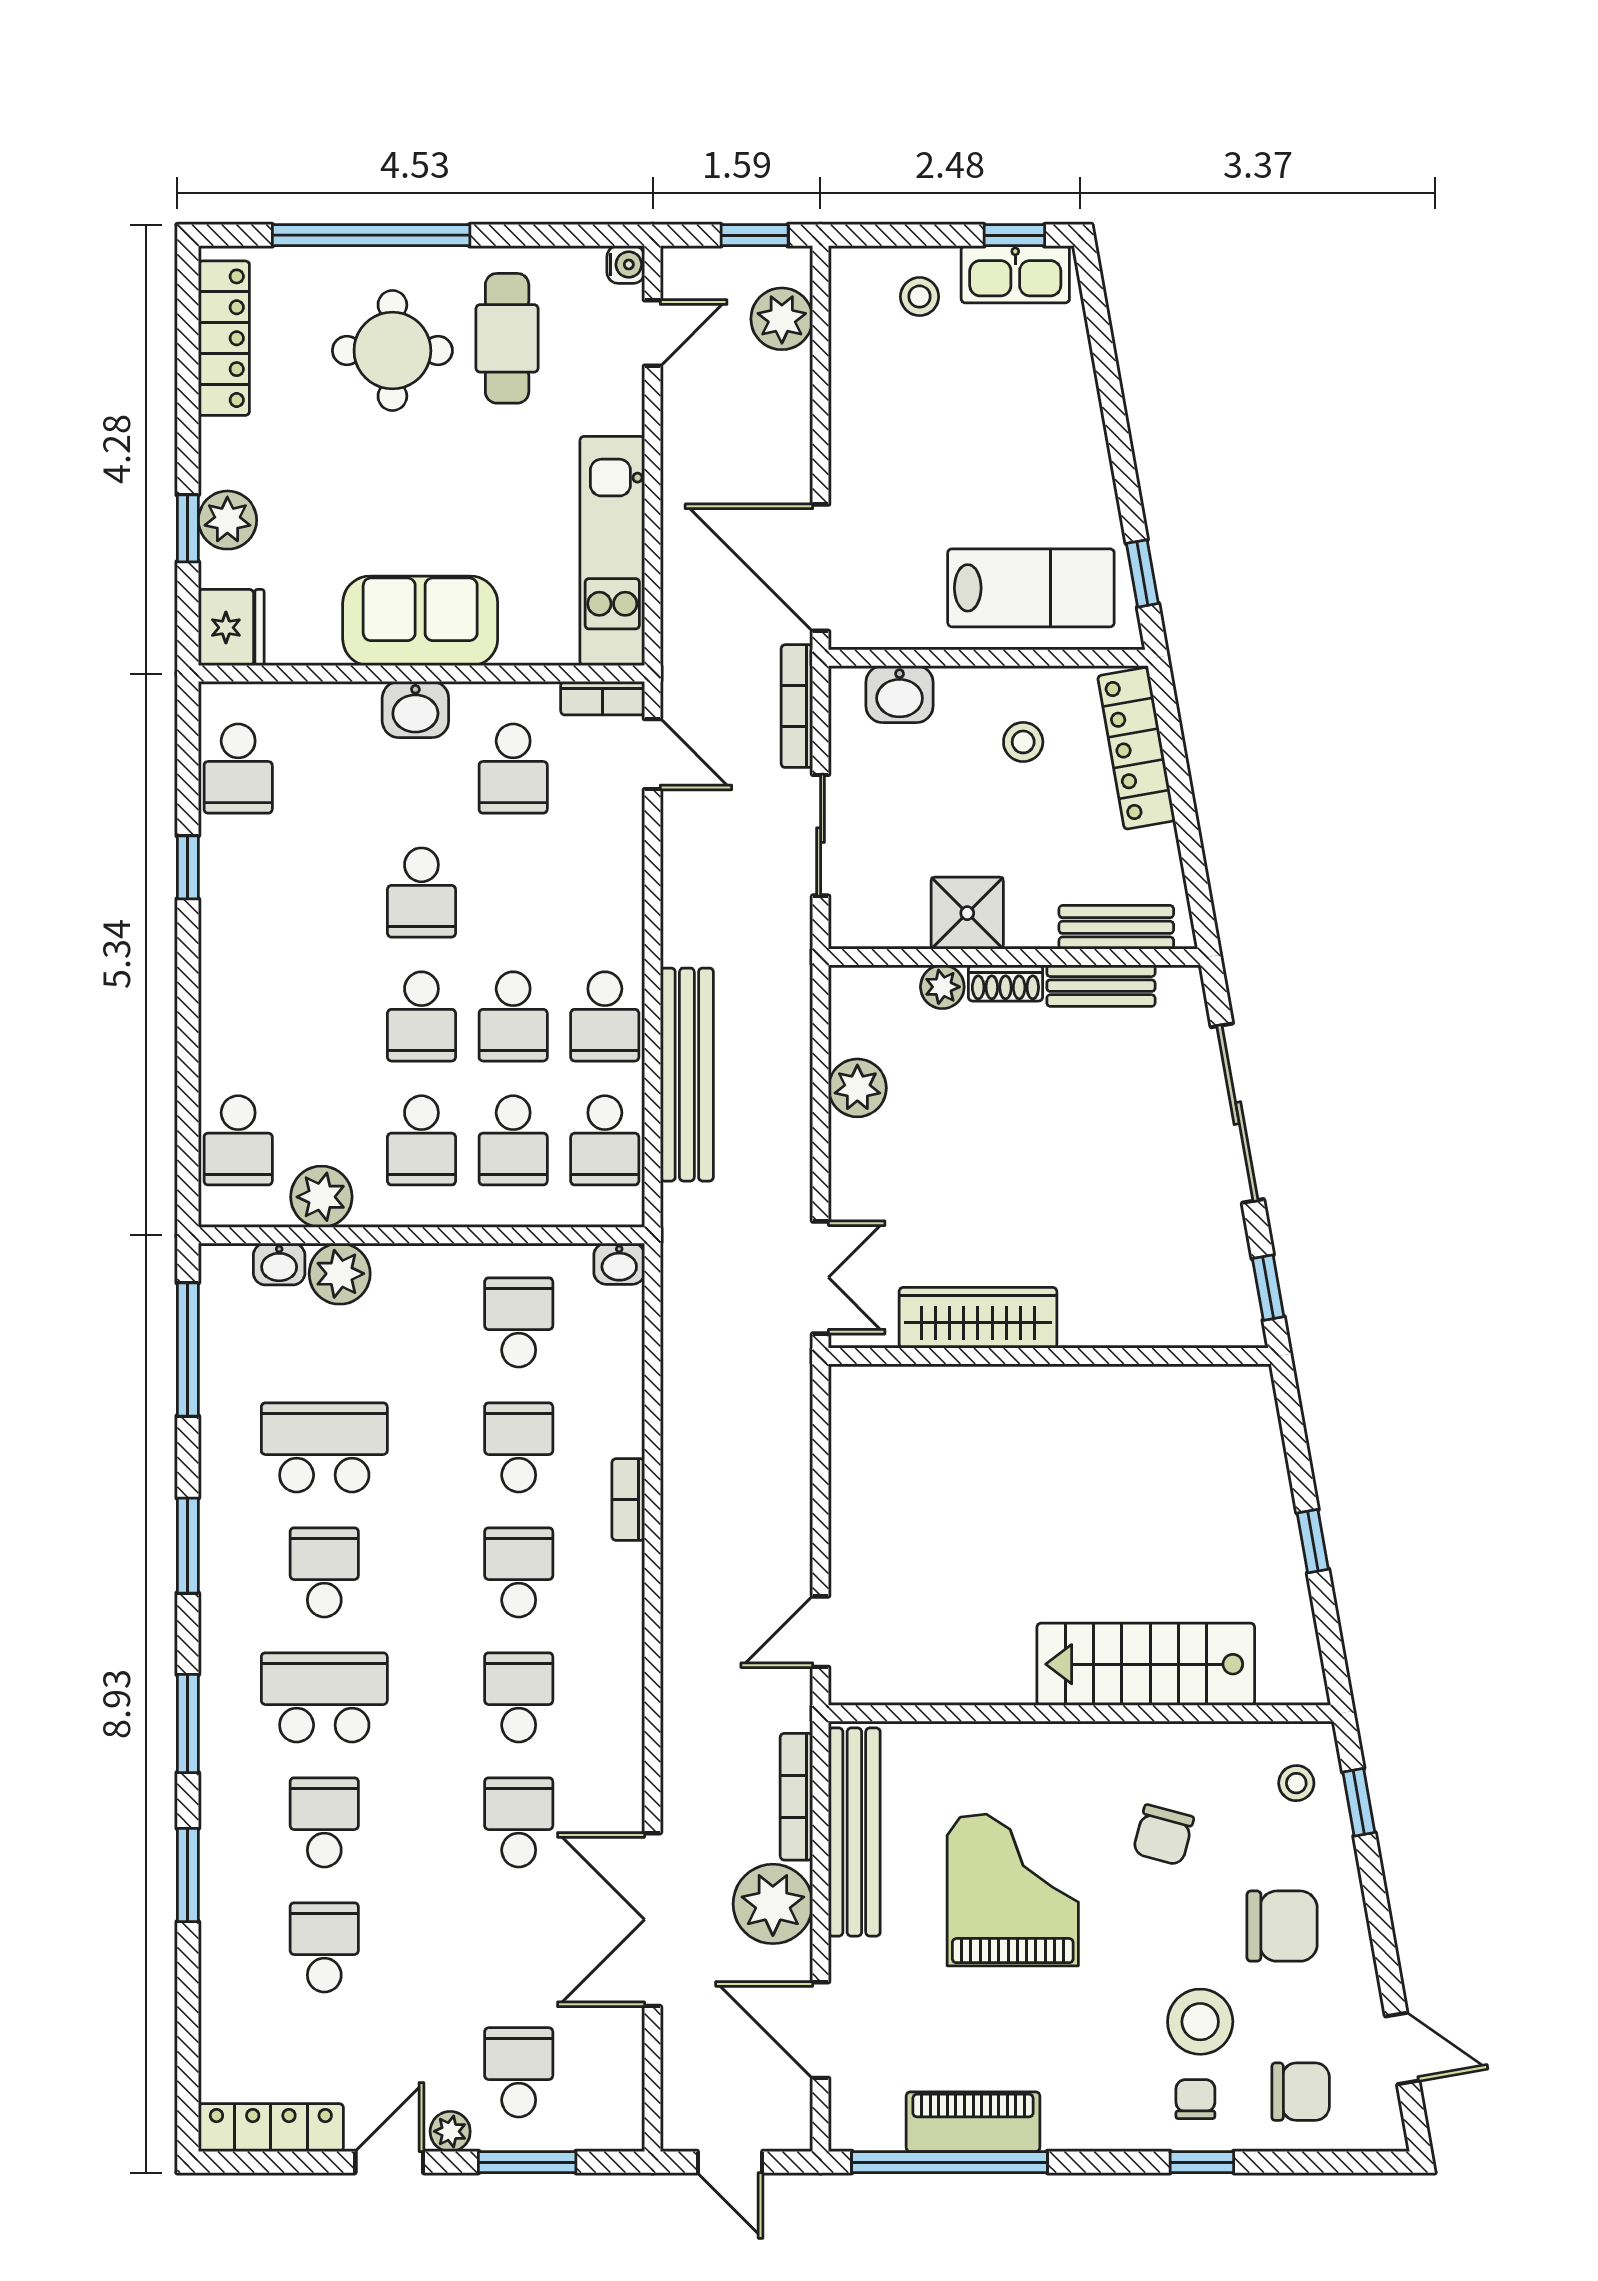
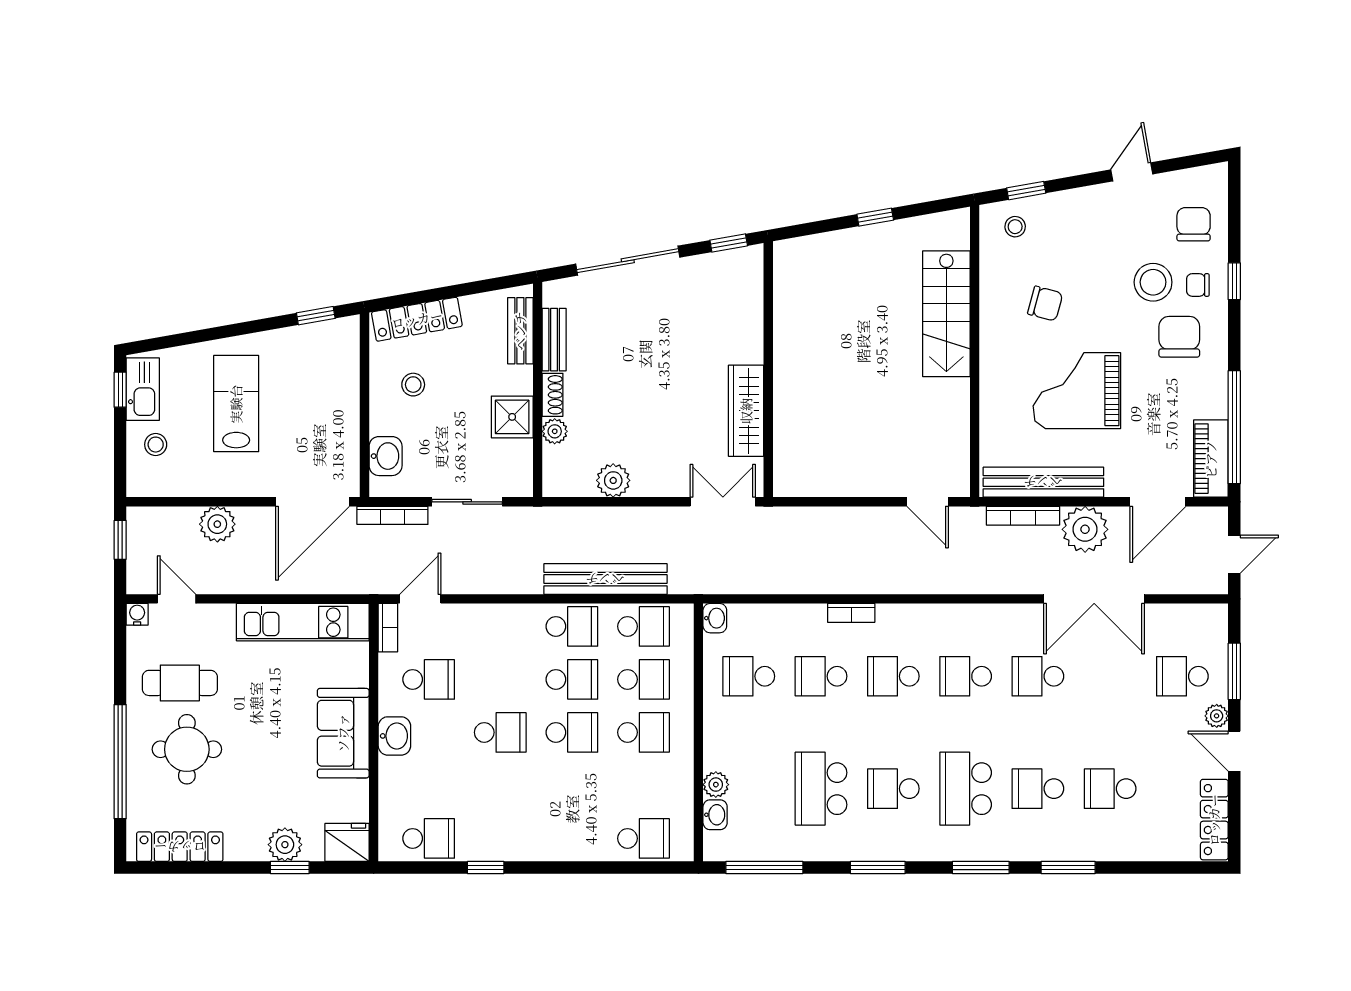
plant: (782, 319) -> (217, 524), moved
lab bench: (1031, 588) -> (236, 404), moved
plant: (321, 1197) -> (676, 790), removed
plant: (340, 1274) -> (716, 785), width x0.73, depth x0.73
chair: (1282, 1926) -> (1179, 337), moved
door: (1402, 2049) -> (1132, 172), moved
piano: (973, 2122) -> (1211, 459), moved

